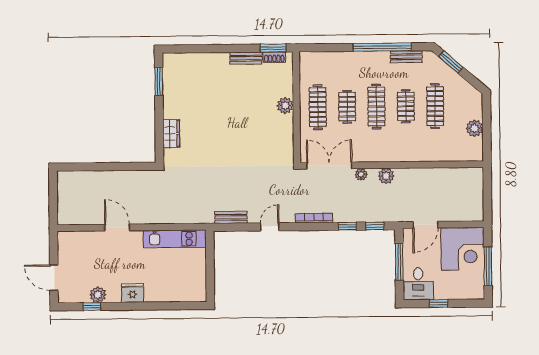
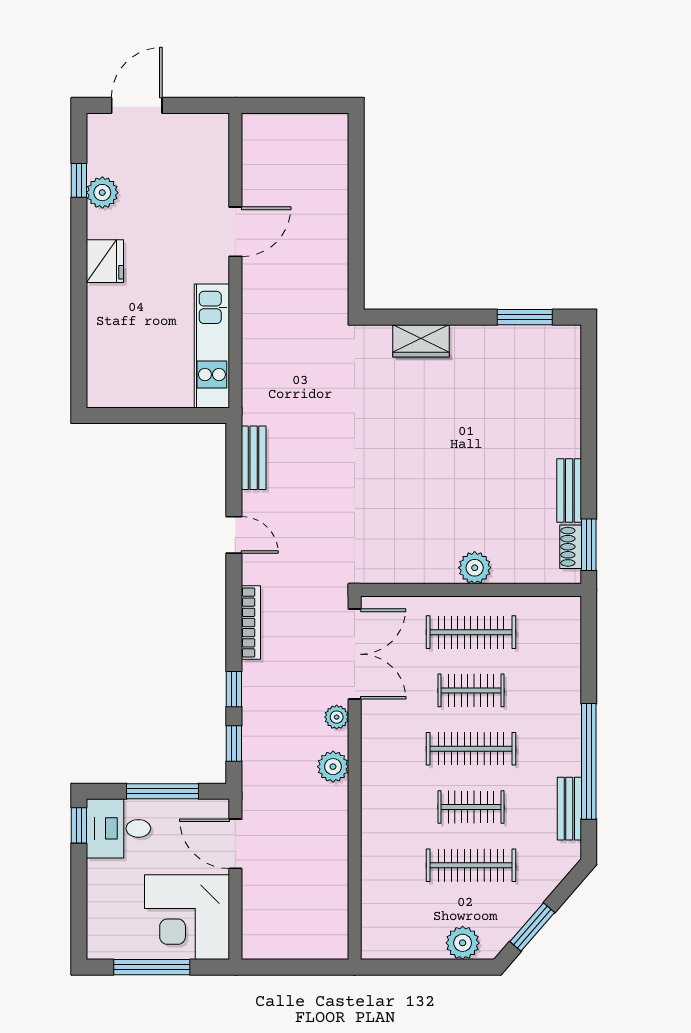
window: (451, 62) -> (532, 927), moved
plant: (474, 128) -> (463, 943), moved
window: (439, 304) -> (79, 825), moved

